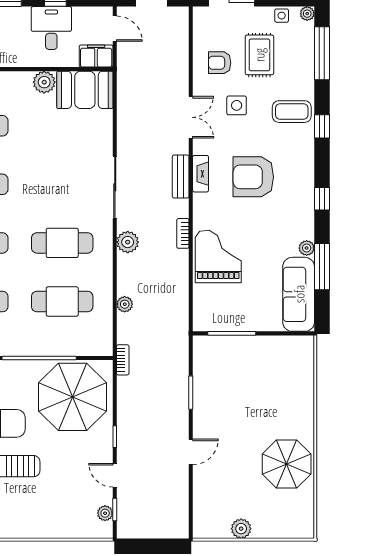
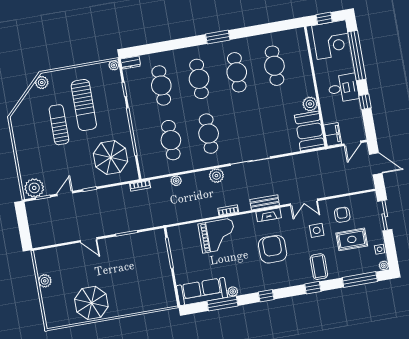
desk: (51, 28) -> (343, 88), moved
parasol: (73, 397) -> (111, 158), width x0.73, depth x0.73
plant: (105, 513) -> (34, 188), width x1.88, depth x1.88

